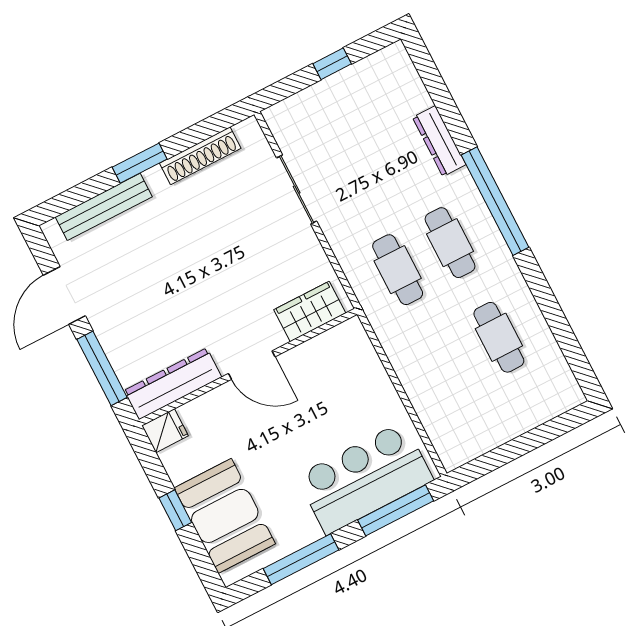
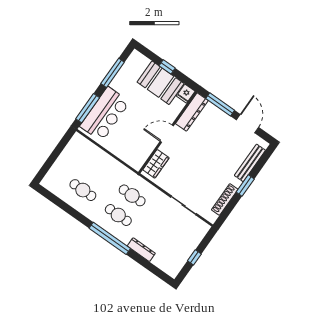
booth: (225, 516) -> (161, 83), moved

